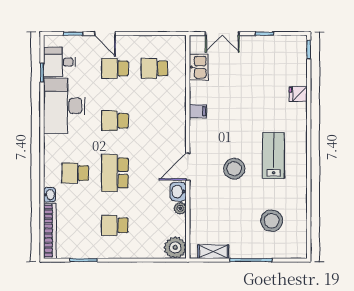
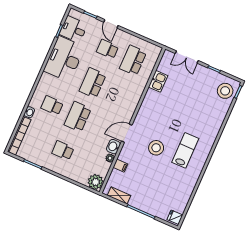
kitchen sink: (199, 67) -> (158, 81), moved
school desk: (154, 68) -> (133, 60), width x1.85
fridge: (298, 94) -> (175, 217), moved
filing cabinet: (198, 111) -> (120, 166), moved
school desk: (115, 121) -> (93, 83), width x1.85
stool: (272, 221) -> (225, 91), moved

